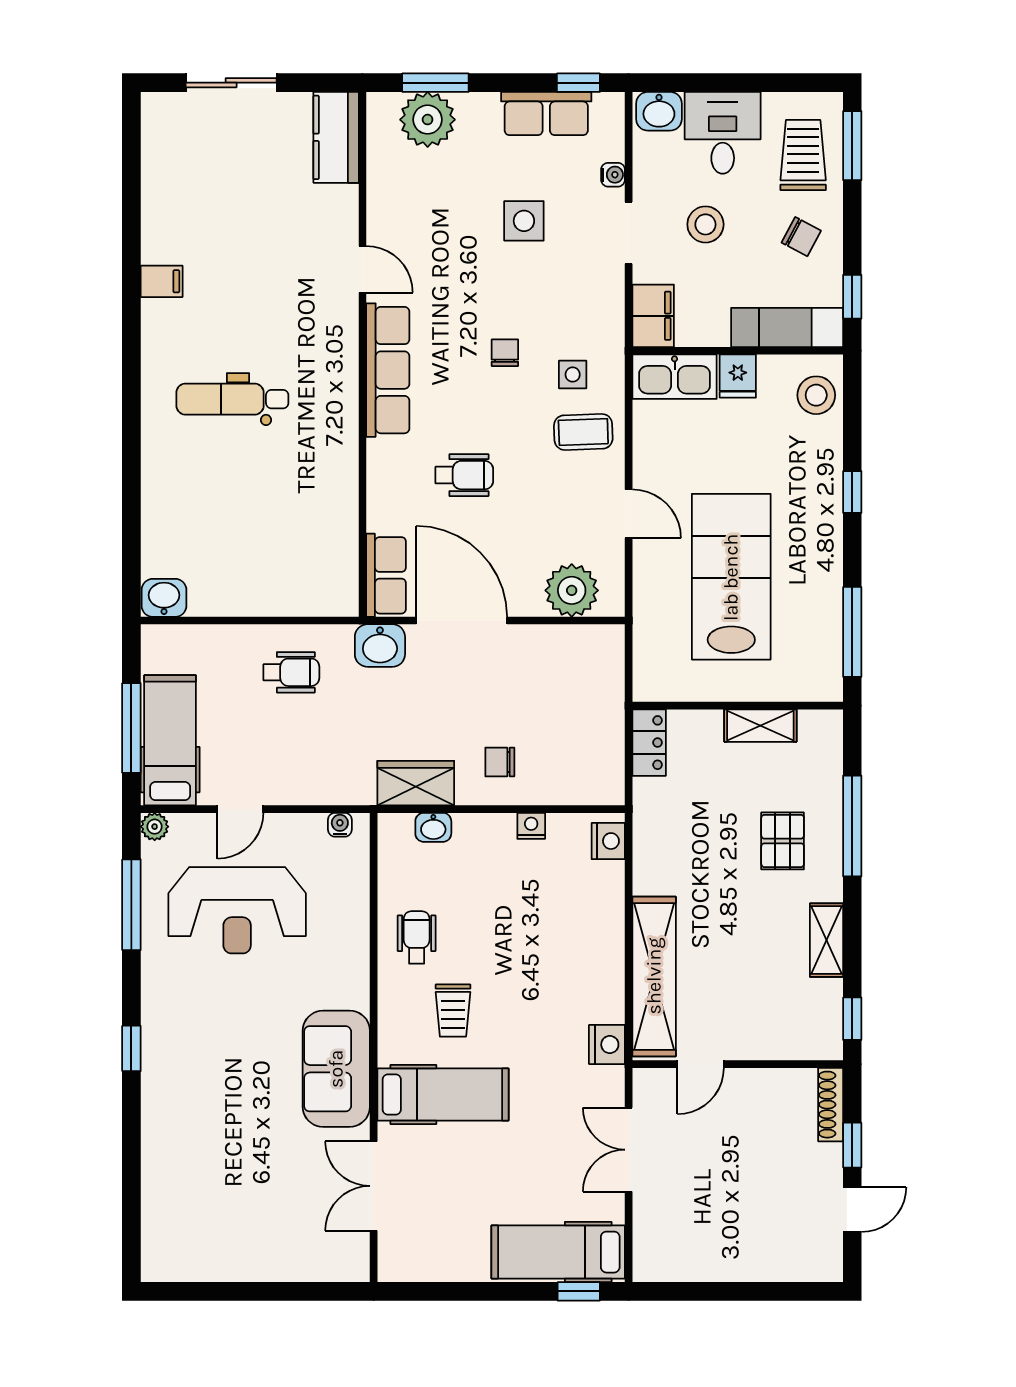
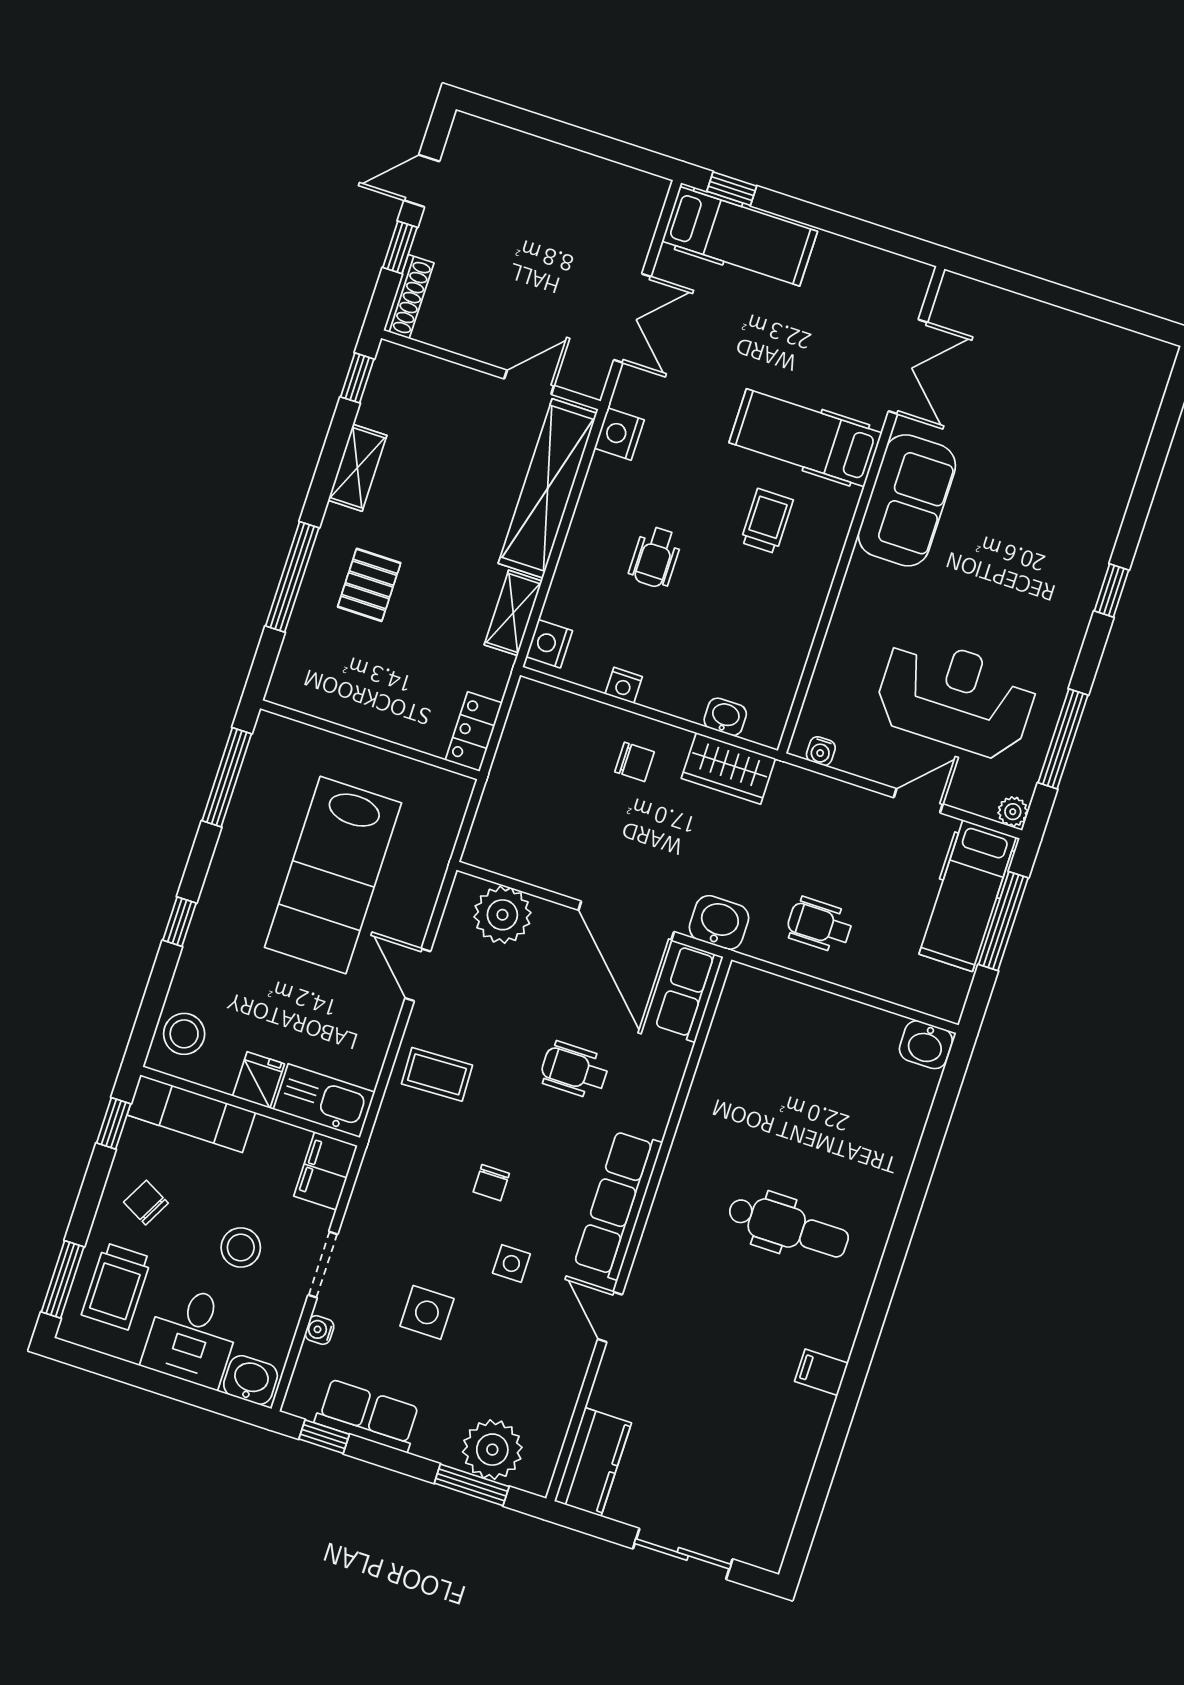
side table: (573, 375) -> (511, 1263), moved
shelving: (760, 726) -> (513, 613), moved, turned 90
wheelchair: (417, 937) -> (655, 557), moved

